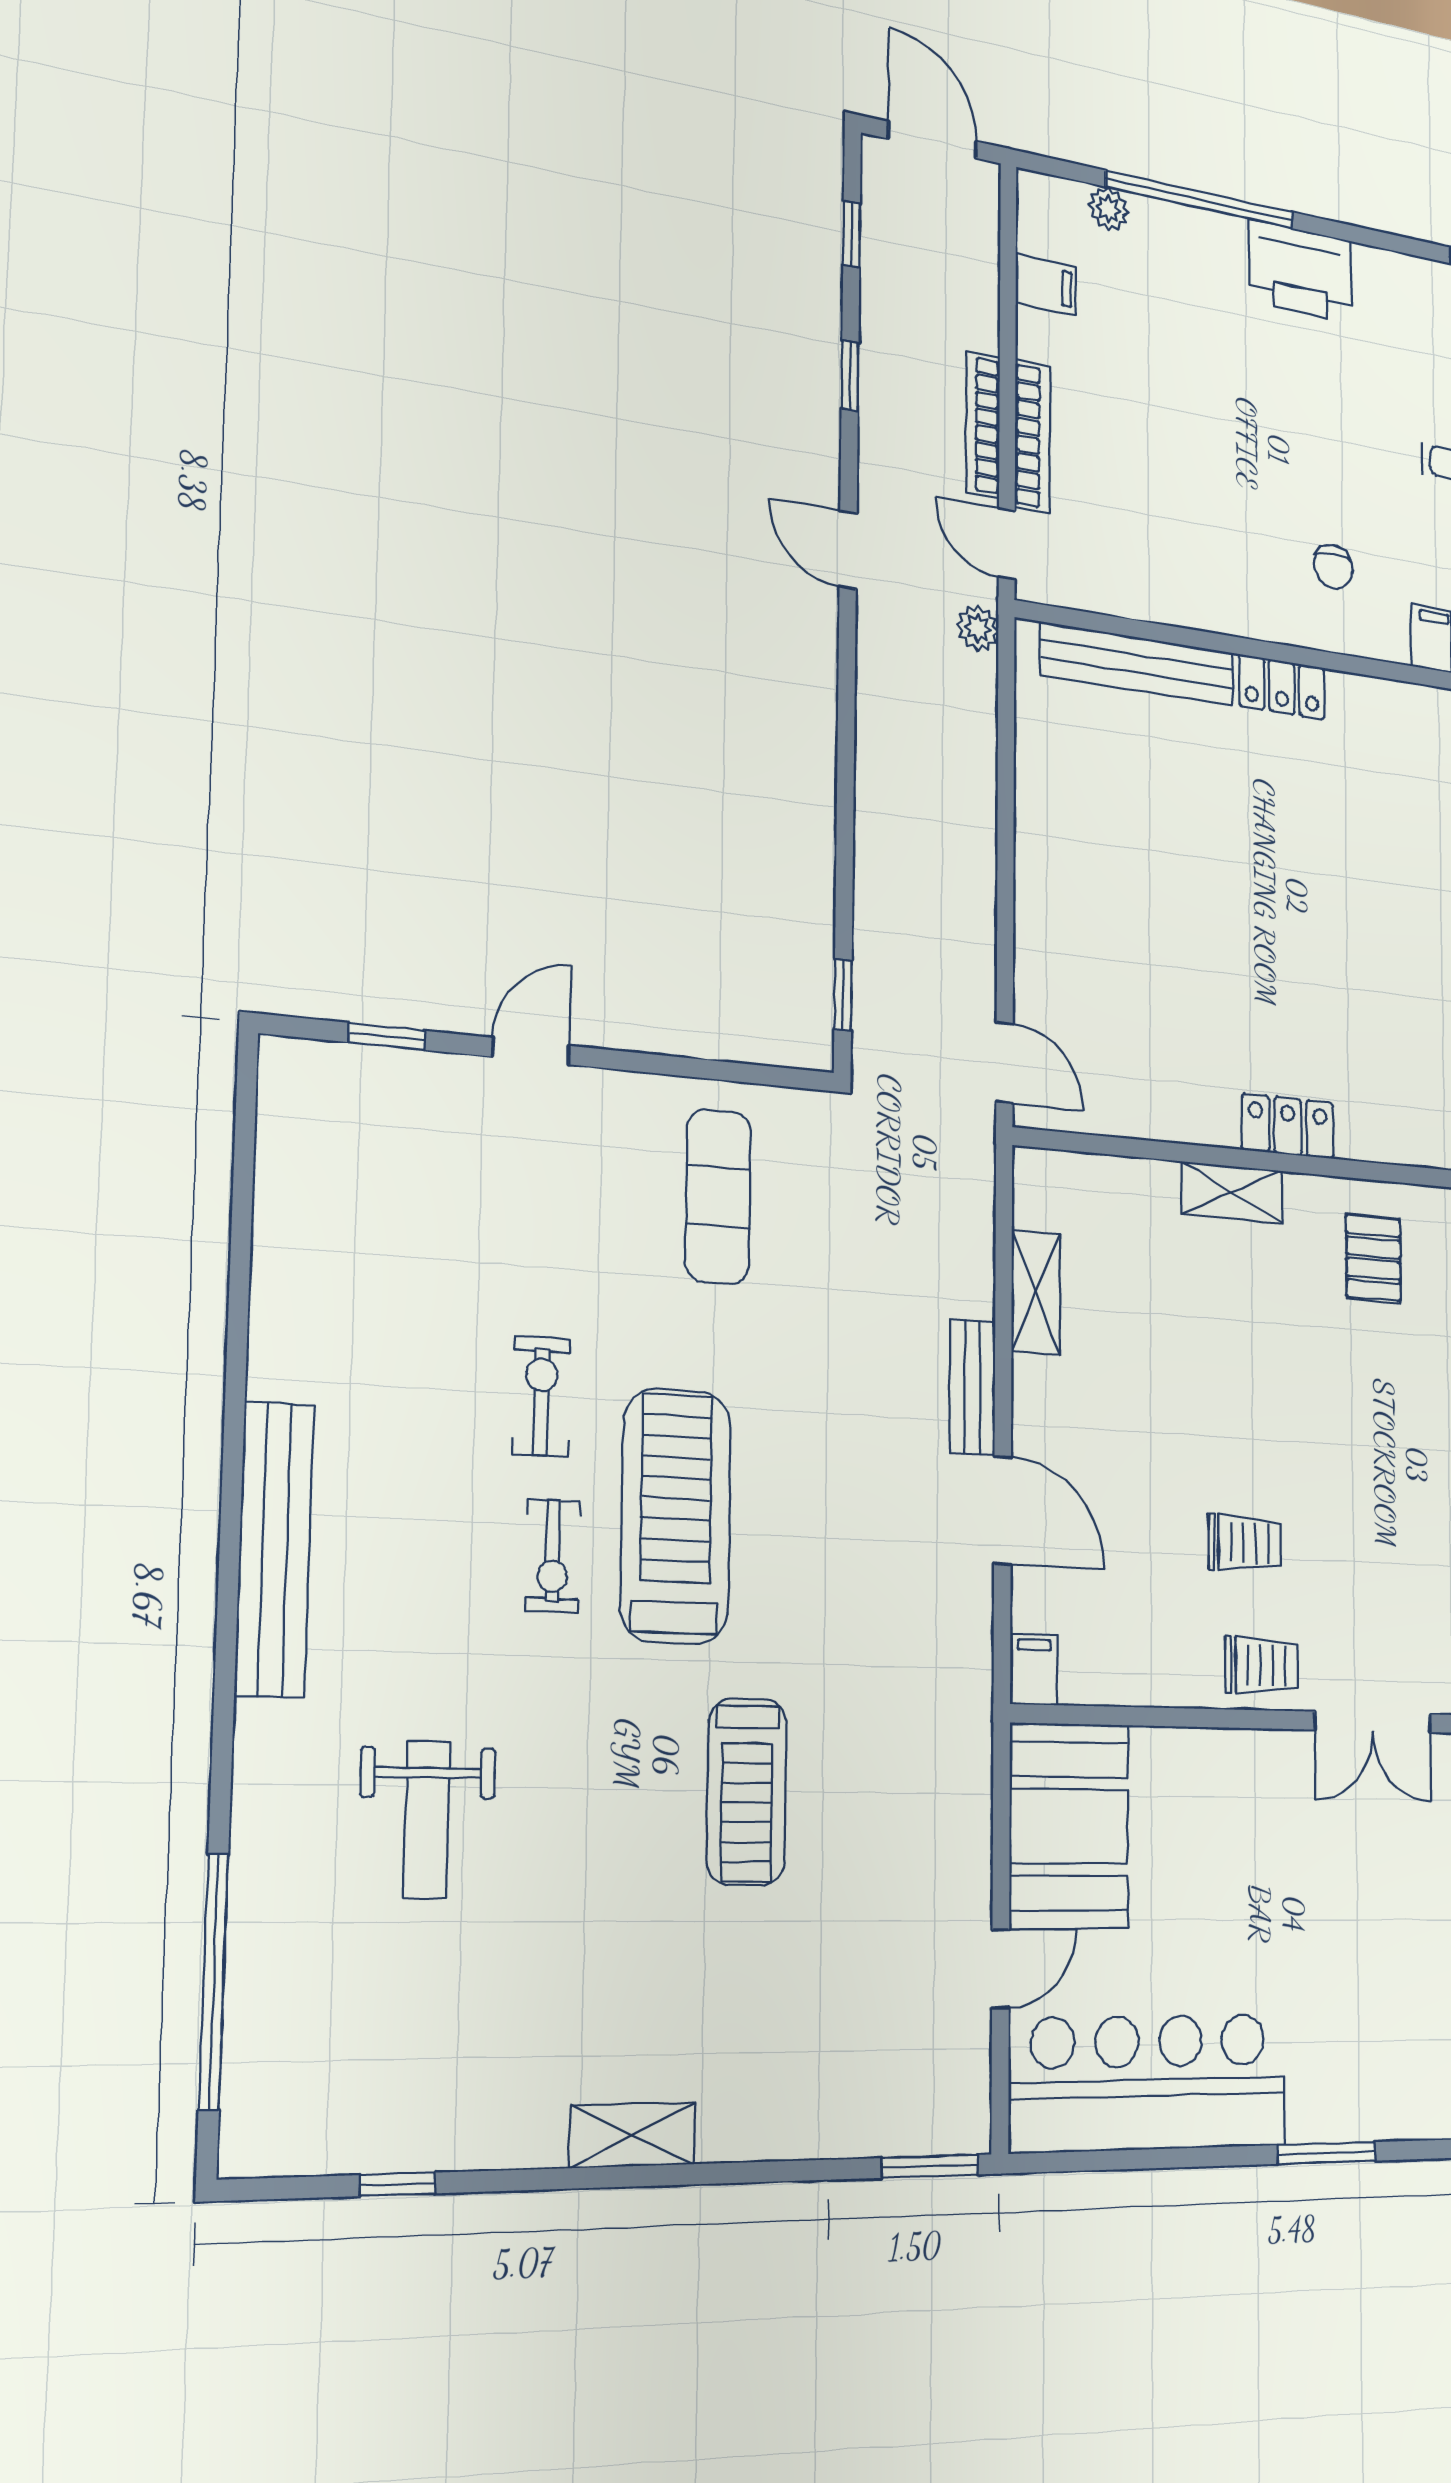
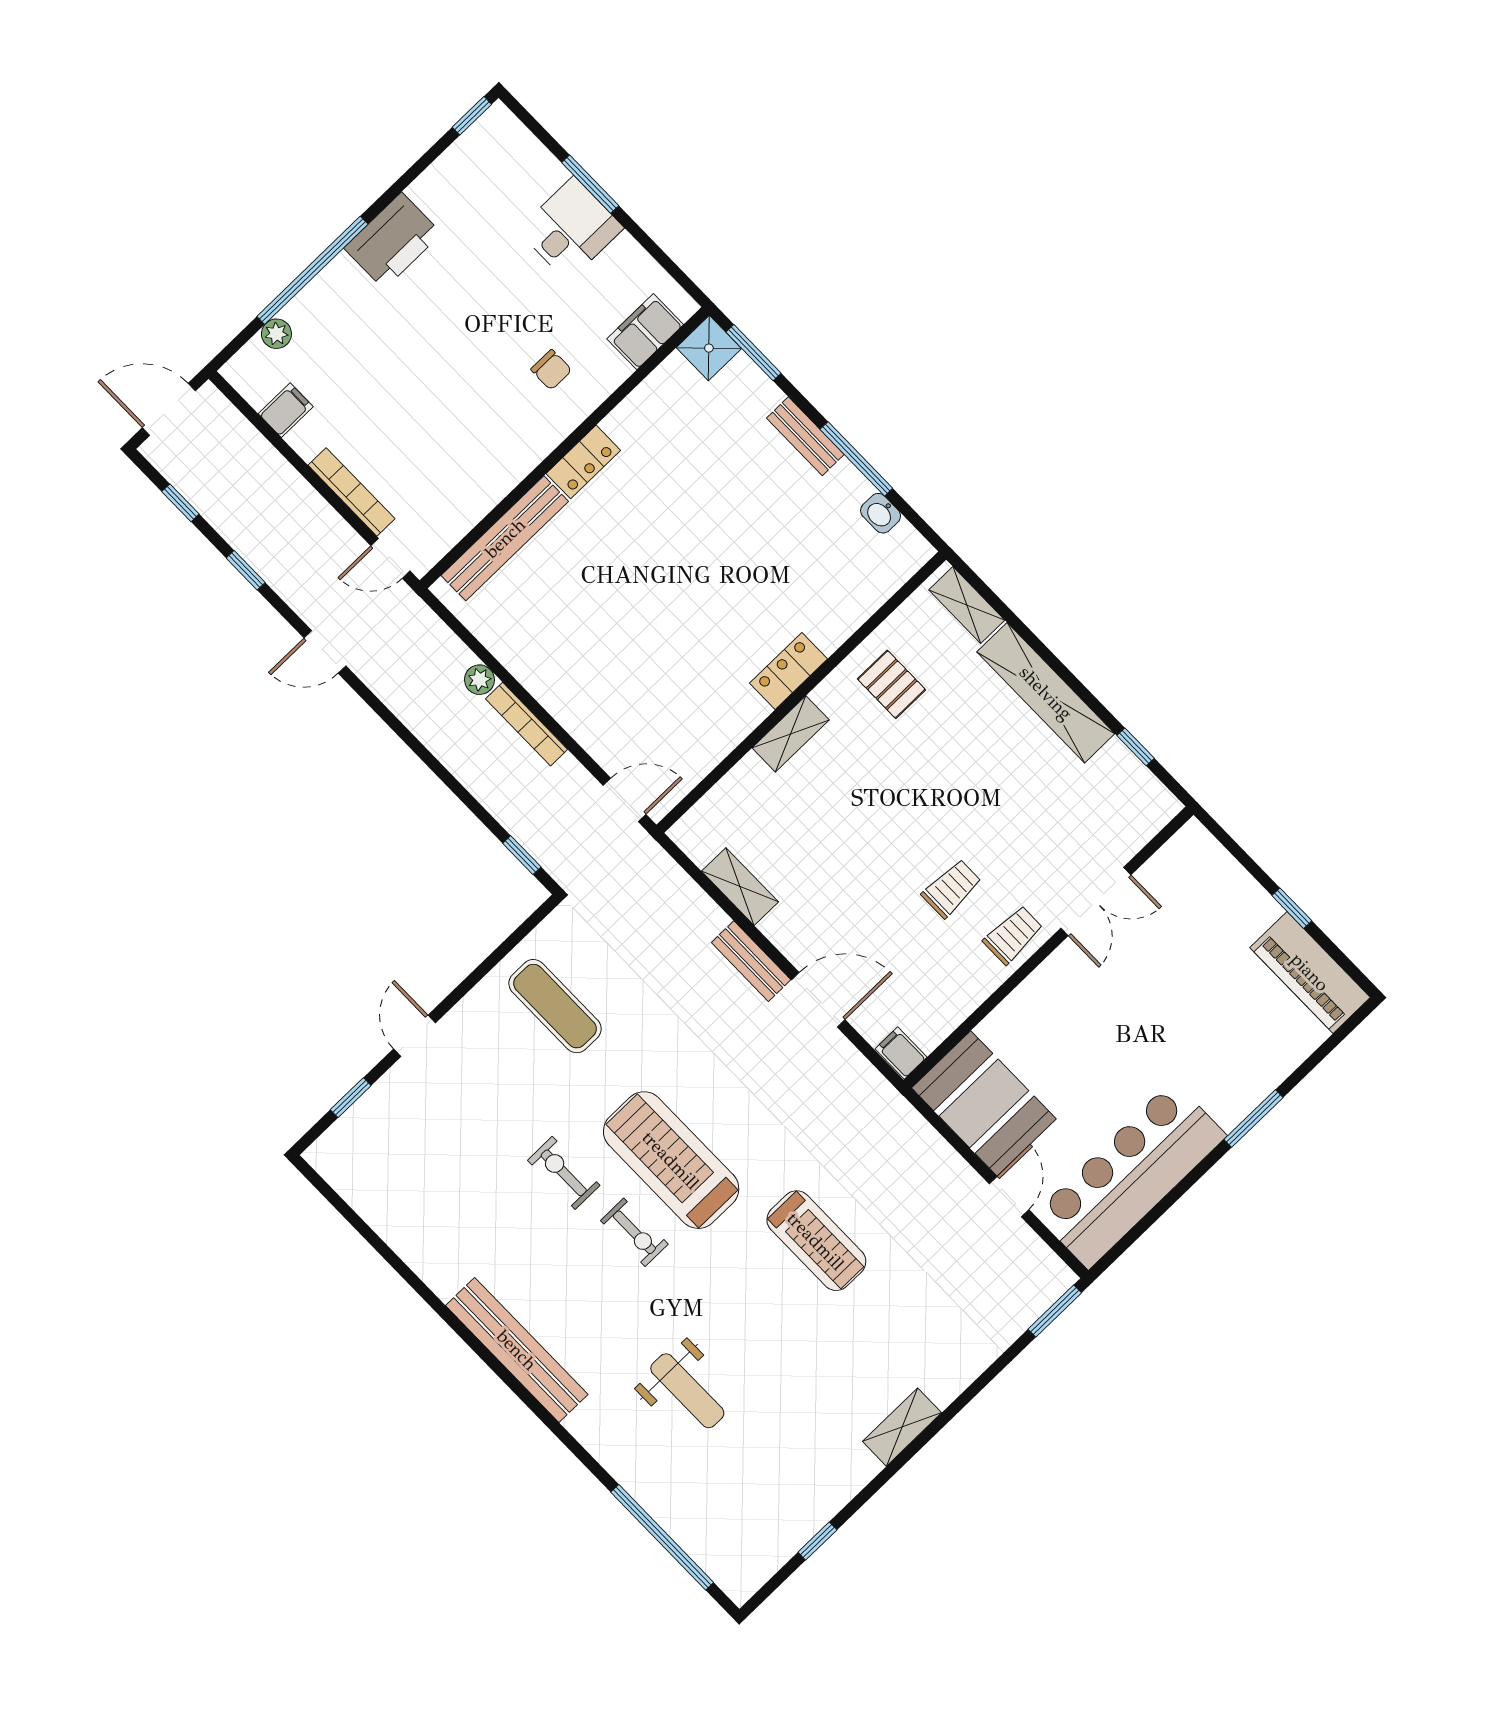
bookcase: (983, 425) -> (527, 724), moved
plant: (978, 628) -> (479, 680), moved

